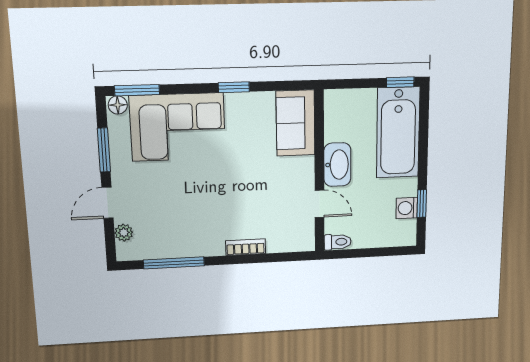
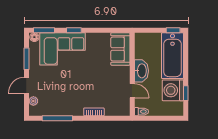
window: (234, 87) -> (74, 30), moved
washing machine: (407, 208) -> (173, 90), width x1.89, depth x1.89

